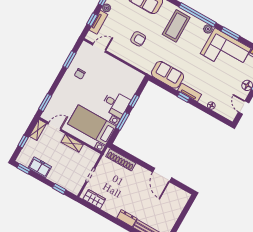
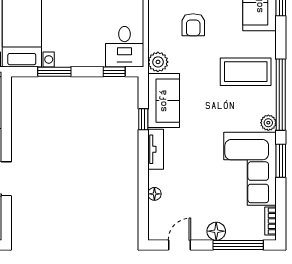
plant: (147, 67) -> (158, 62), added
window: (183, 97) -> (143, 119), moved
window: (134, 101) -> (114, 72), moved
desk: (116, 104) -> (125, 47), moved

